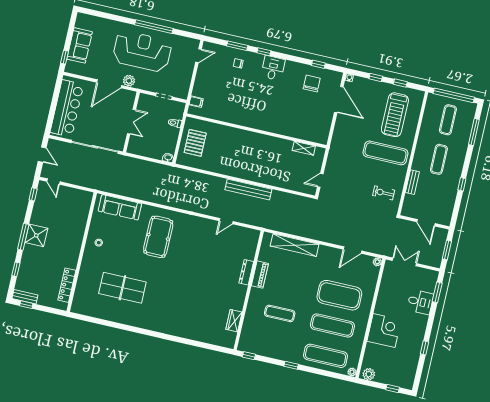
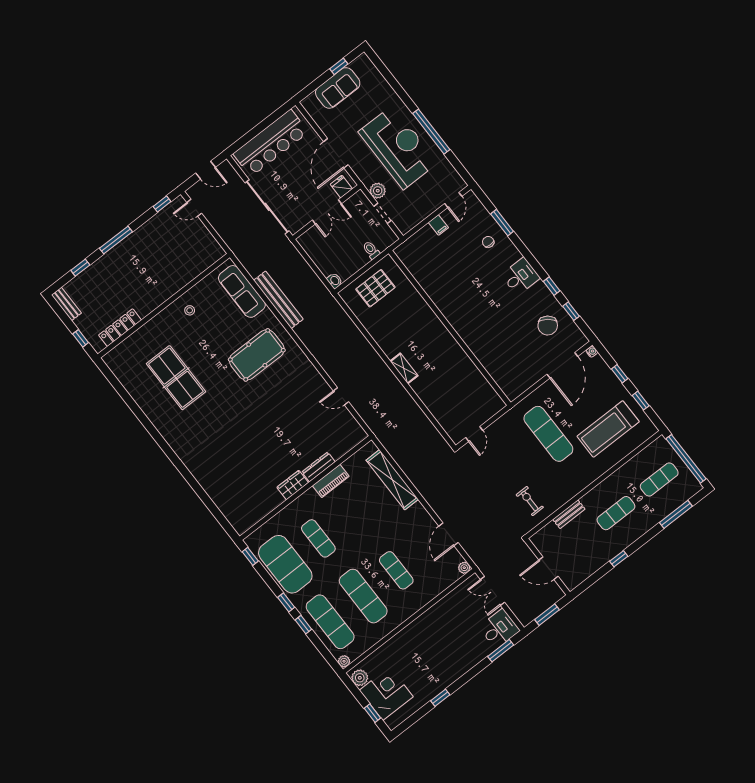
window: (264, 52) -> (552, 286), moved
door: (199, 56) -> (453, 200), hinge flipped
window: (64, 57) -> (339, 66), moved
plant: (129, 81) -> (378, 191), moved
door: (109, 84) -> (336, 153), hinge flipped
chair: (312, 84) -> (548, 326), turned 127
fridge: (128, 100) -> (341, 187), added
filing cabinet: (196, 102) -> (438, 225), moved
shelving: (304, 148) -> (404, 368), moved
exercise mat: (386, 153) -> (548, 434), moved
door: (42, 155) -> (206, 170), hinge flipped
door: (320, 180) -> (474, 434), swing flipped
door: (53, 182) -> (194, 208), hinge flipped
bench: (248, 189) -> (278, 300), moved
door: (426, 223) -> (548, 568), hinge flipped
shower: (36, 235) -> (131, 250), removed
door: (353, 250) -> (448, 534), hinge flipped
double door: (404, 262) -> (493, 591), swing flipped
exercise mat: (339, 295) -> (396, 570), width x0.50, depth x0.69
desk: (420, 302) -> (499, 629), moved, turned -90
window: (26, 305) -> (81, 338), moved
wardrobe: (234, 321) -> (293, 485), moved
corner desk: (384, 331) -> (386, 694), moved, turned -90
exercise mat: (273, 344) -> (285, 564), added
window: (311, 370) -> (303, 625), added

